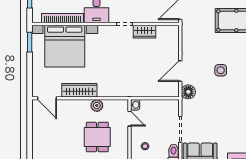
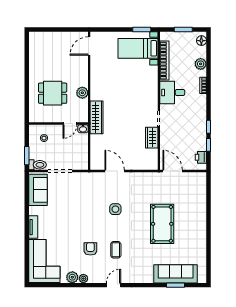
bed with nightstands: (65, 46) -> (138, 48), width x0.54
wardrobe: (79, 90) -> (97, 117), moved
floor lamp: (188, 92) -> (95, 179), removed

